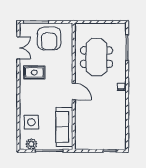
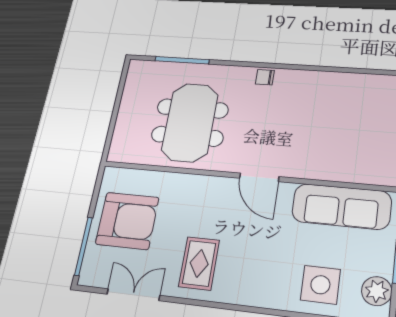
meeting table: (97, 57) -> (190, 122), turned 90
door: (74, 92) -> (259, 177), swing flipped

